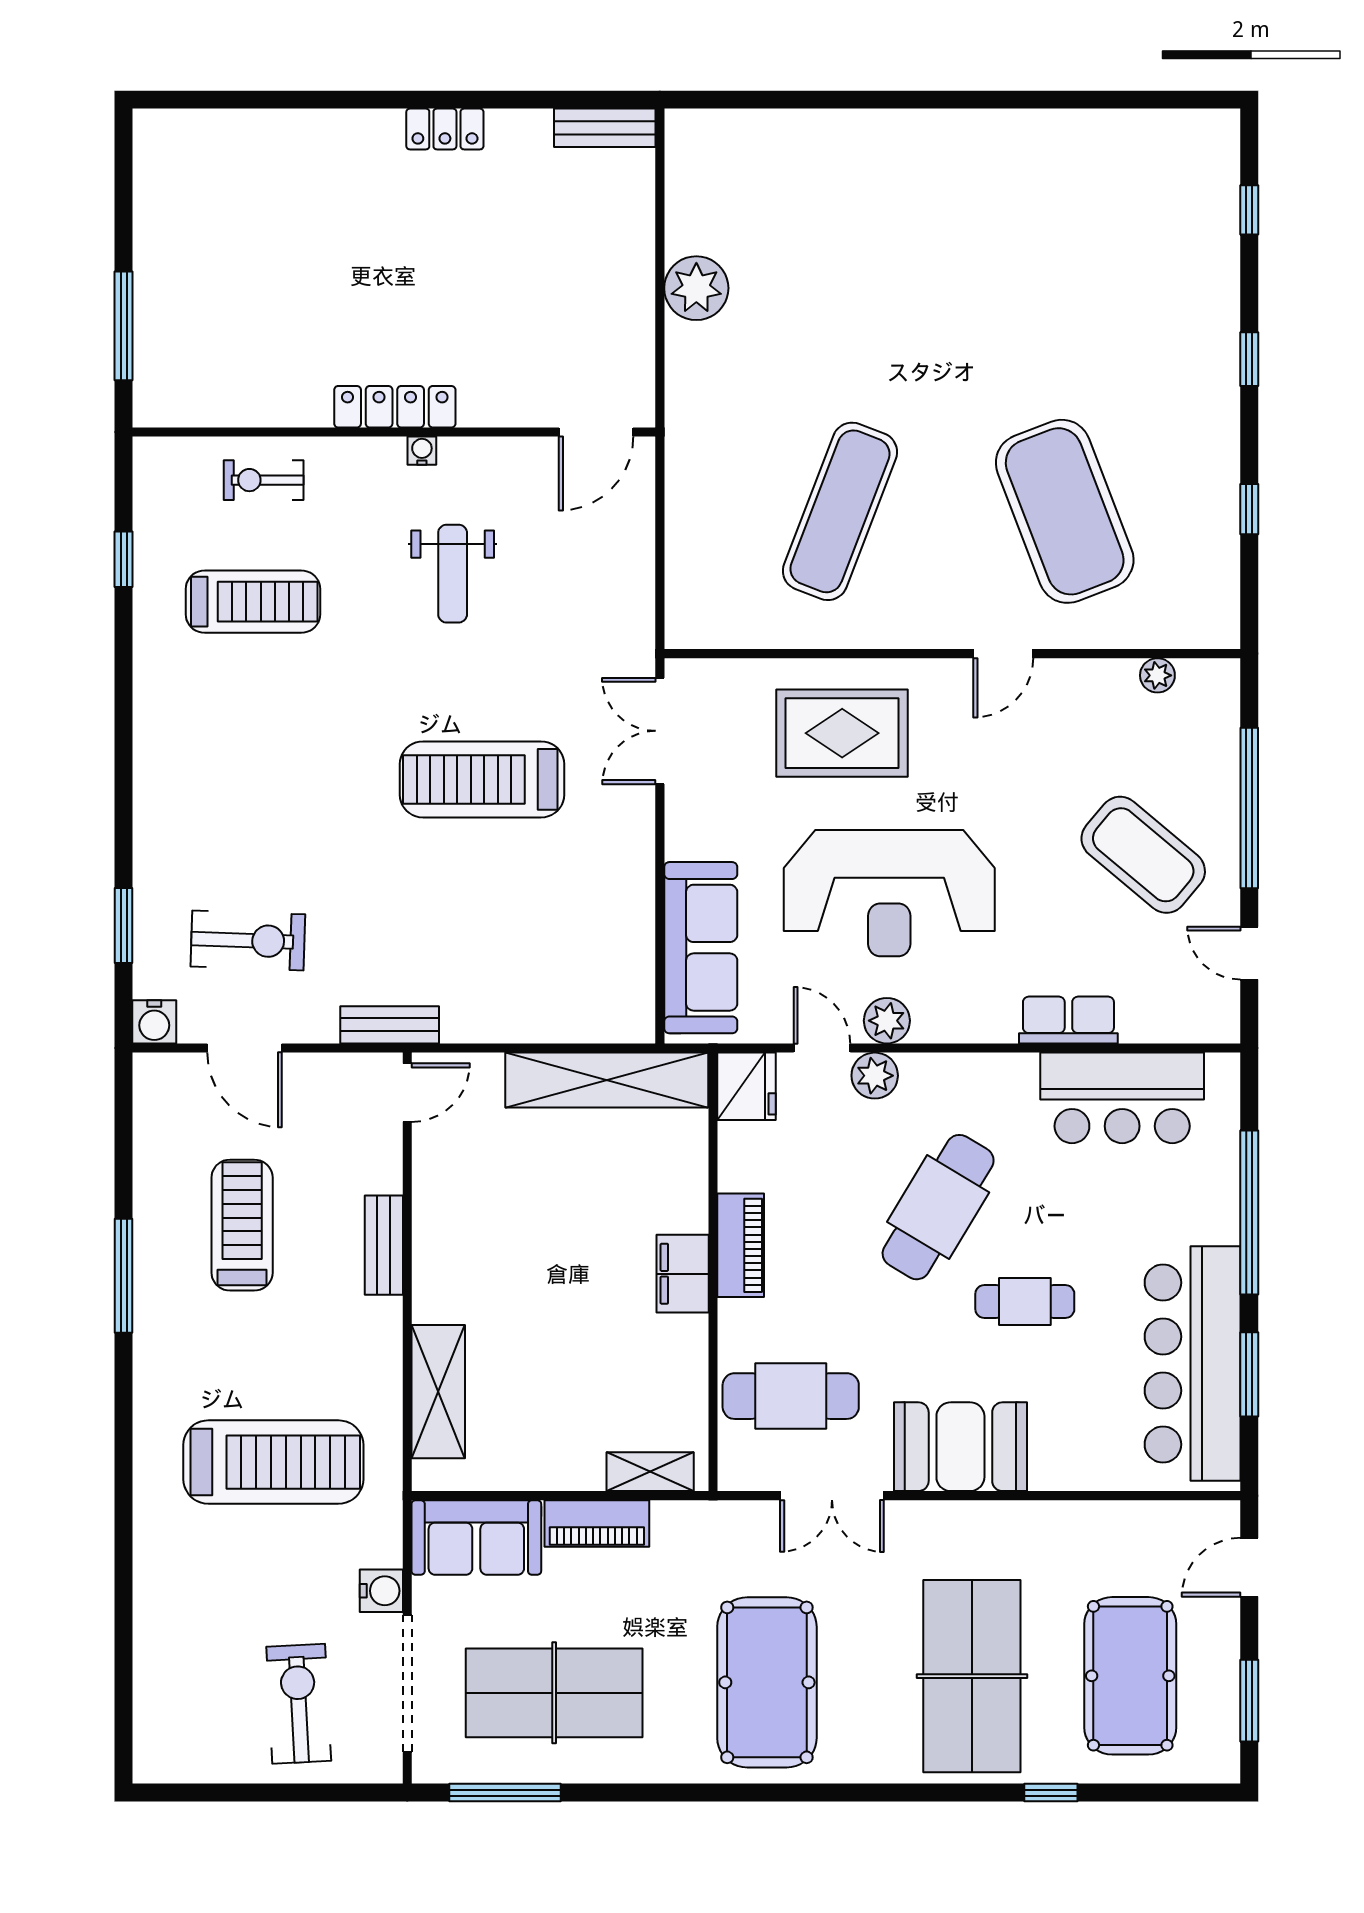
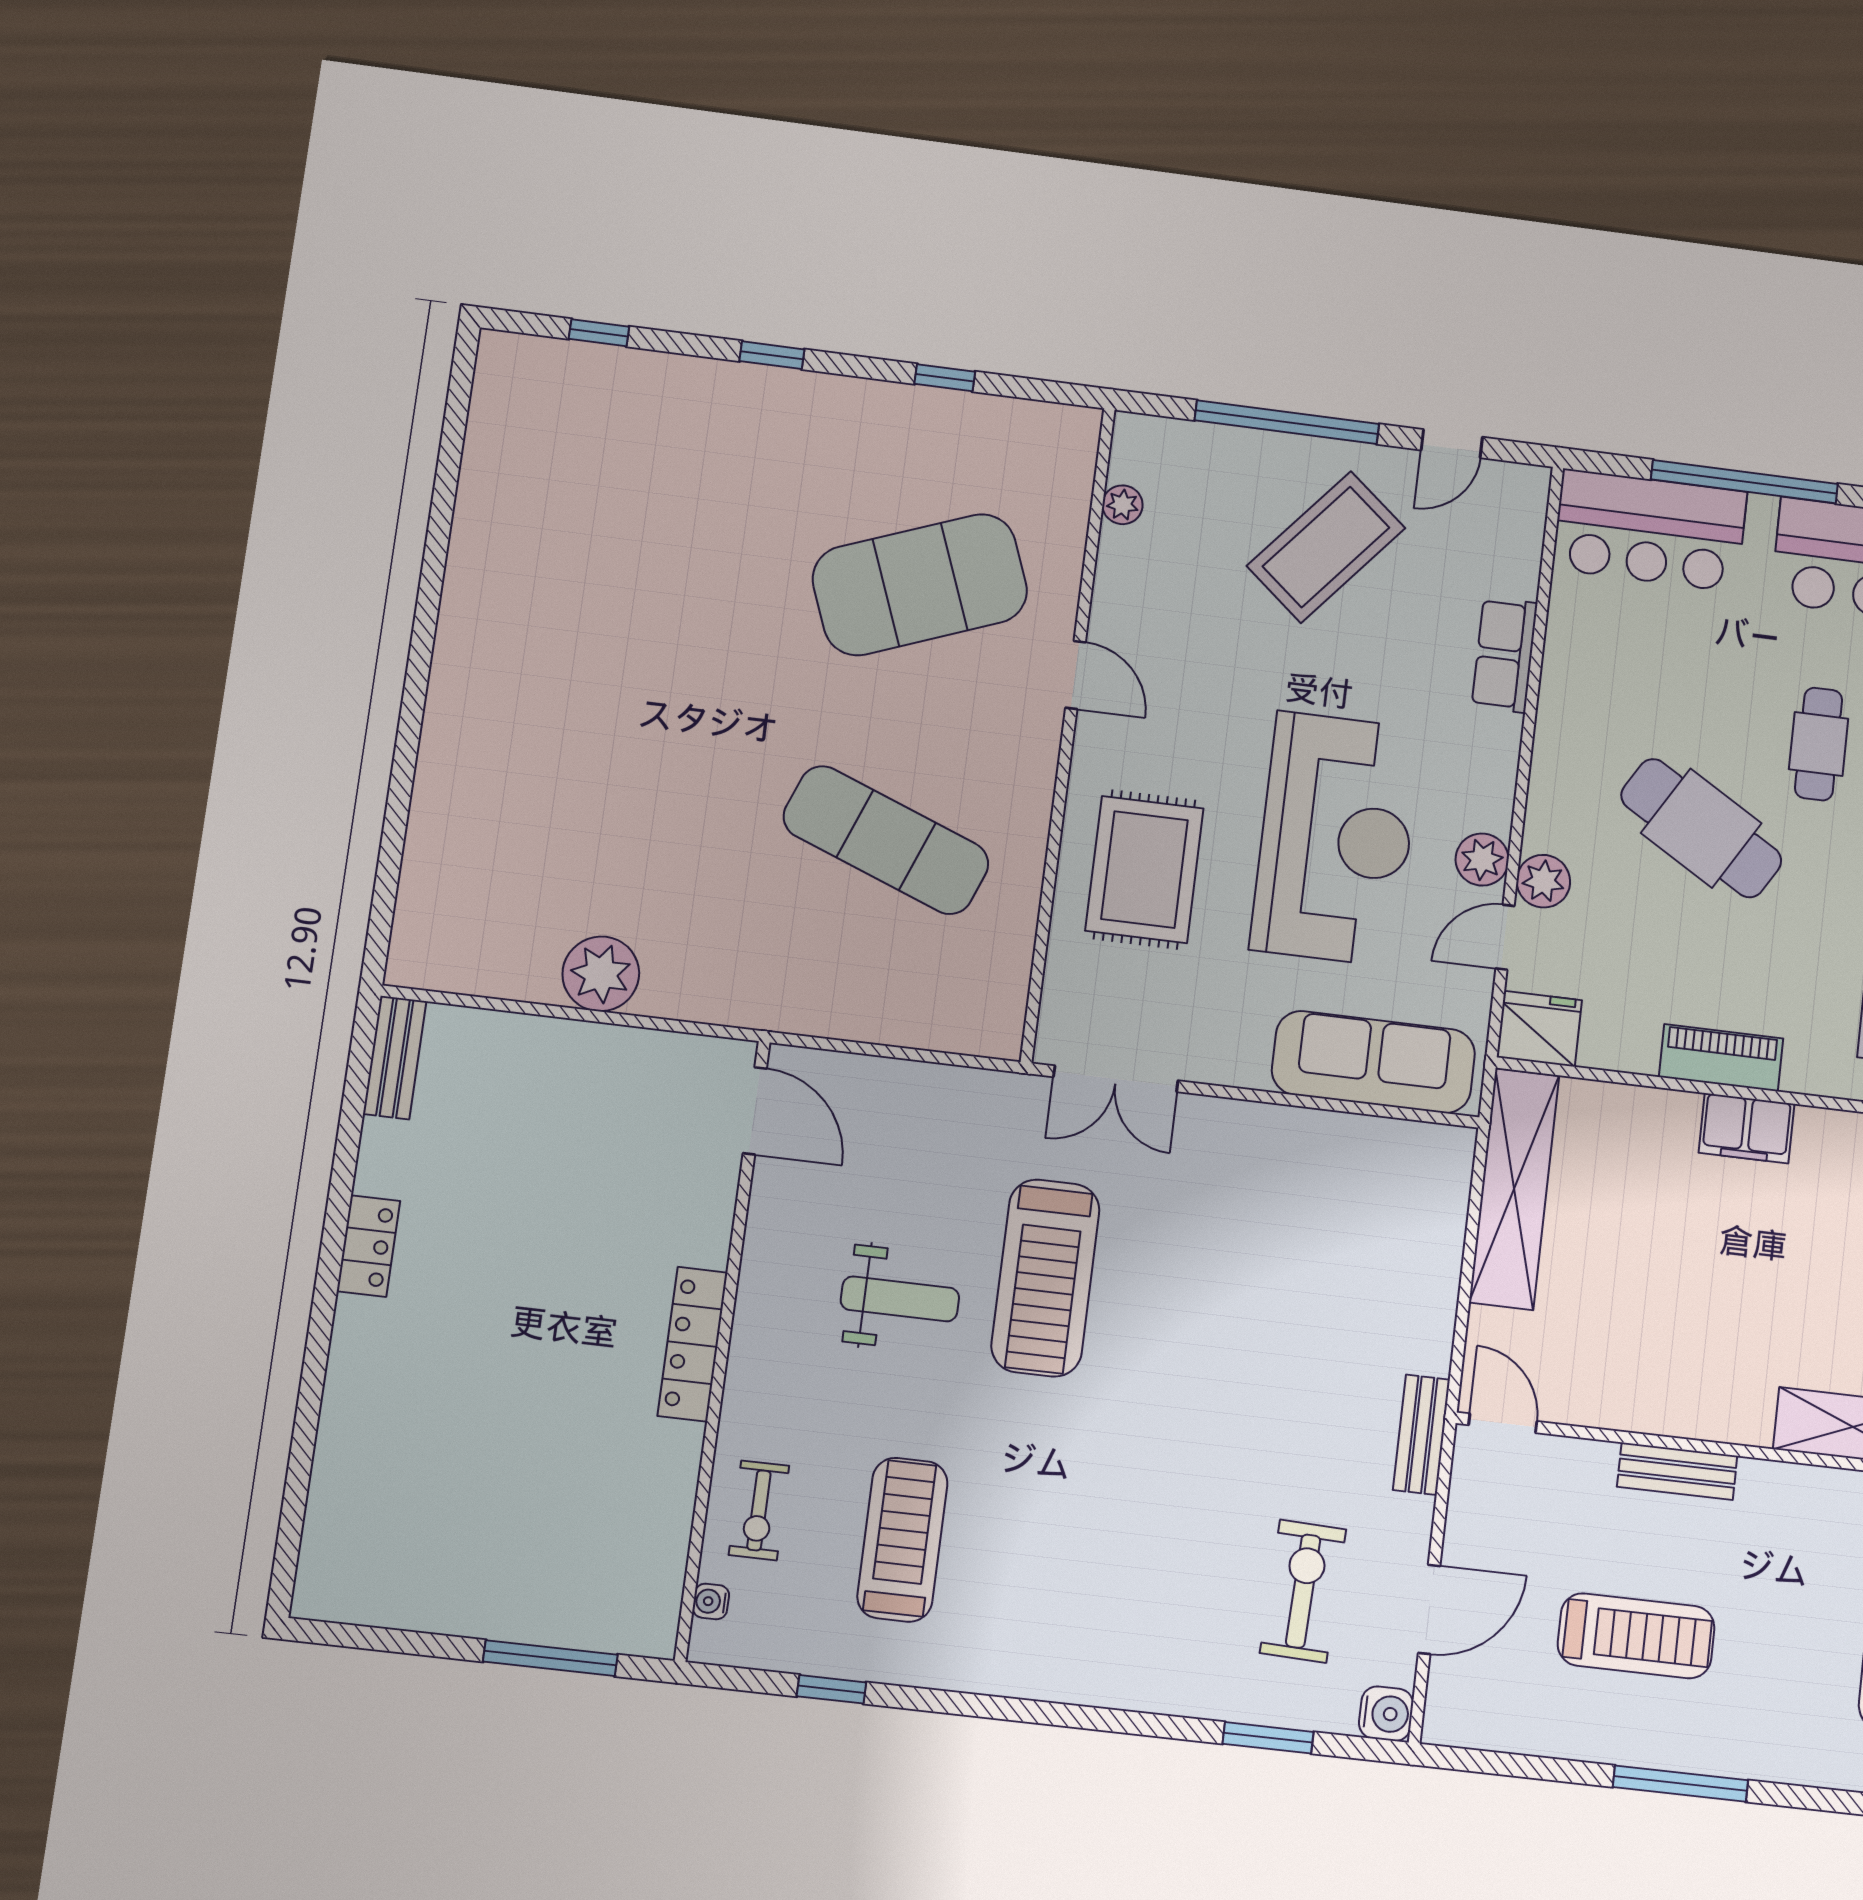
water cooler: (422, 451) -> (711, 1601), moved
treadmill: (482, 779) -> (1045, 1278), moved
bar counter: (1122, 1098) -> (1650, 530), moved, turned 90
treadmill: (242, 1225) -> (1636, 1636), turned 180

